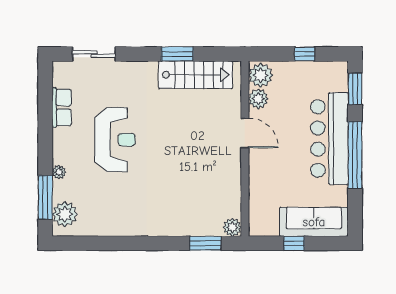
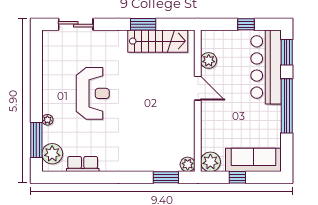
plant: (261, 75) -> (210, 162), moved
row of seats: (62, 108) -> (83, 164), moved, turned -90
bar counter: (329, 139) -> (266, 67), moved

